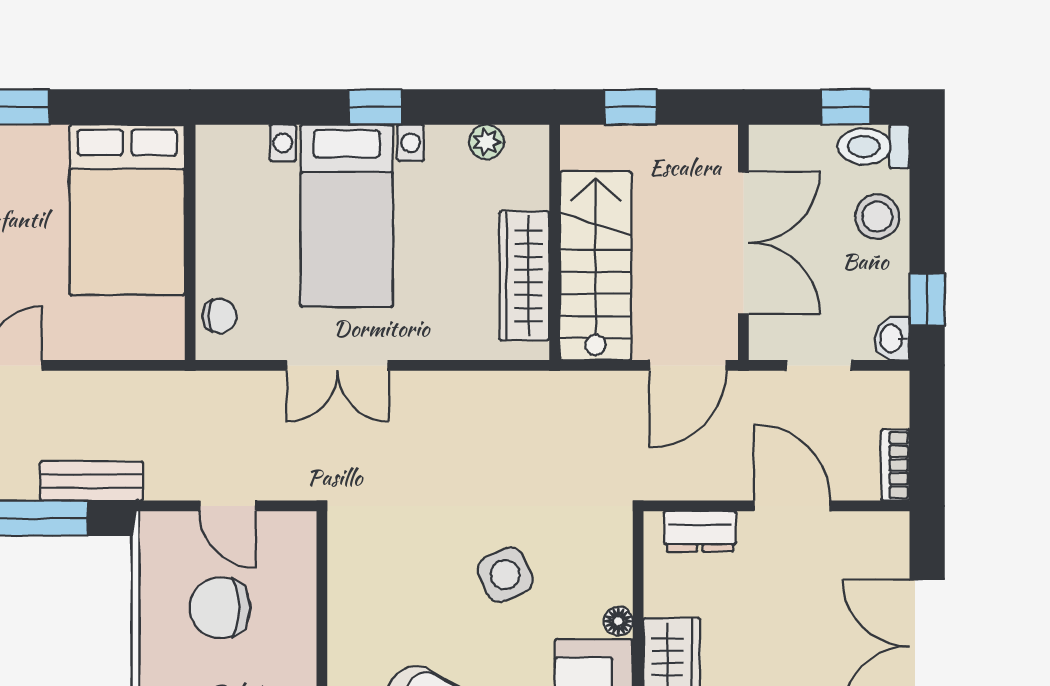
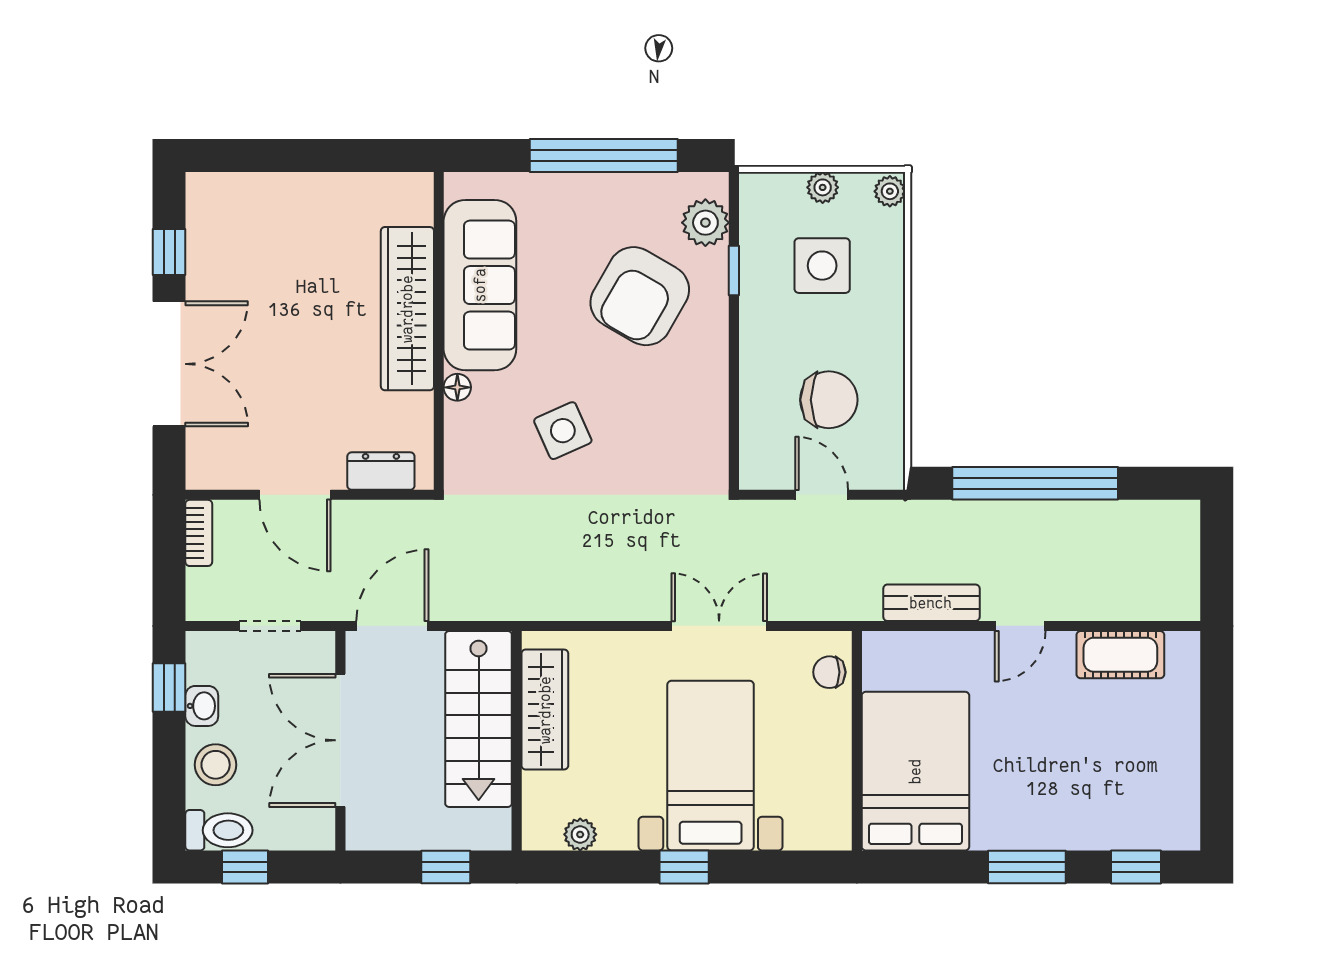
washbasin: (892, 338) -> (202, 706), moved
bench: (91, 481) -> (931, 603), moved

